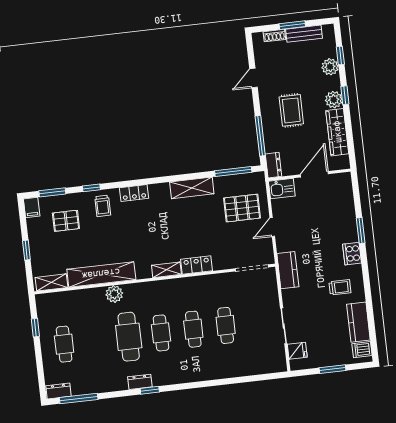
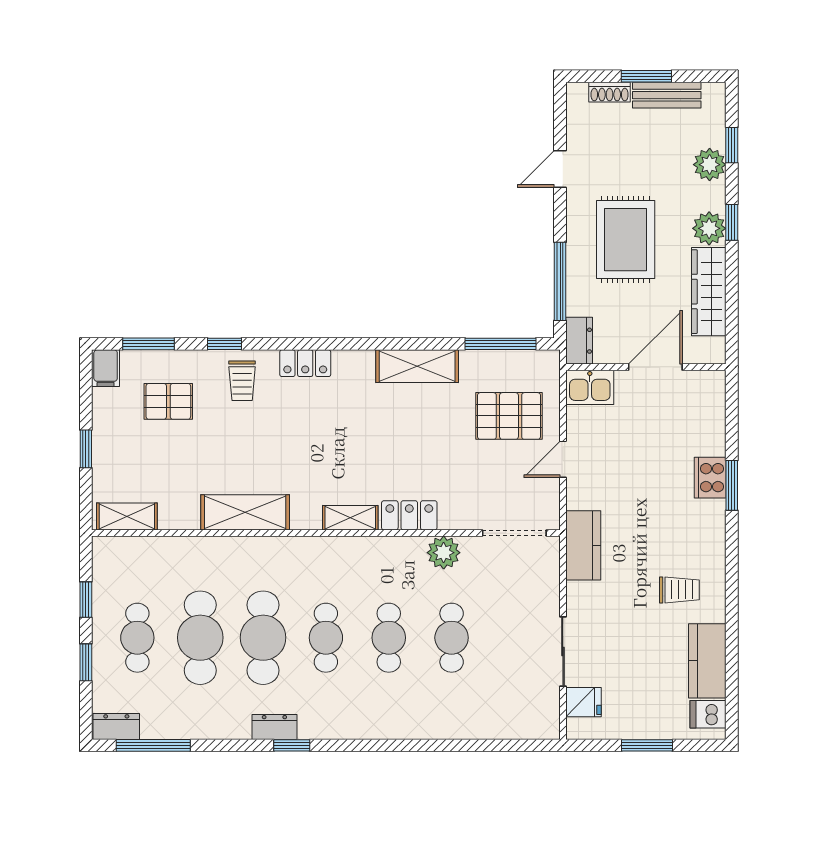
rug: (291, 110) -> (626, 240), width x1.36, depth x1.43
cooker: (352, 254) -> (710, 478), moved
shelving: (101, 274) -> (245, 512), width x0.68
plant: (114, 294) -> (444, 553), moved
cafe table: (96, 340) -> (200, 638), added
window: (39, 360) -> (86, 662), added

